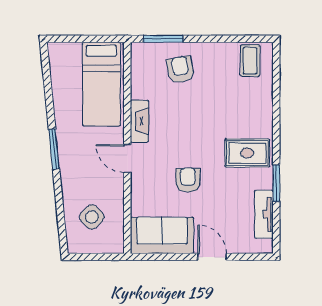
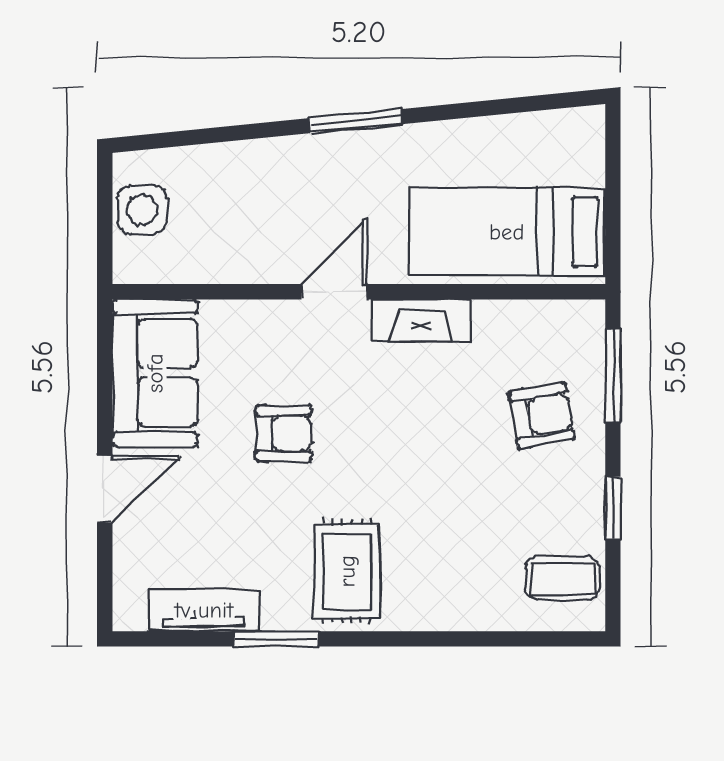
window: (220, 39) -> (613, 508), added
side table: (92, 217) -> (142, 210), moved, turned 45

